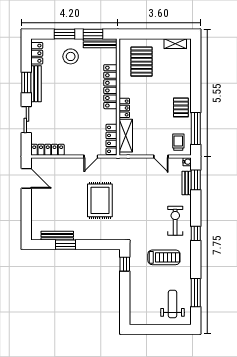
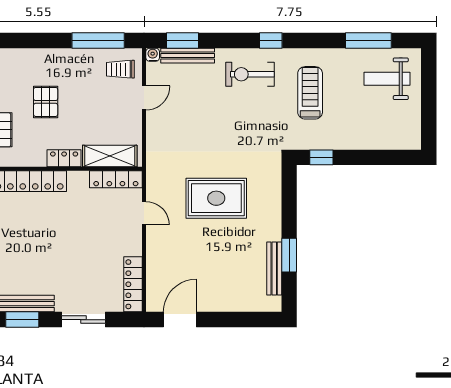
pallet: (181, 107) -> (46, 102), moved, turned 90
bench: (187, 183) -> (188, 56), width x1.36

